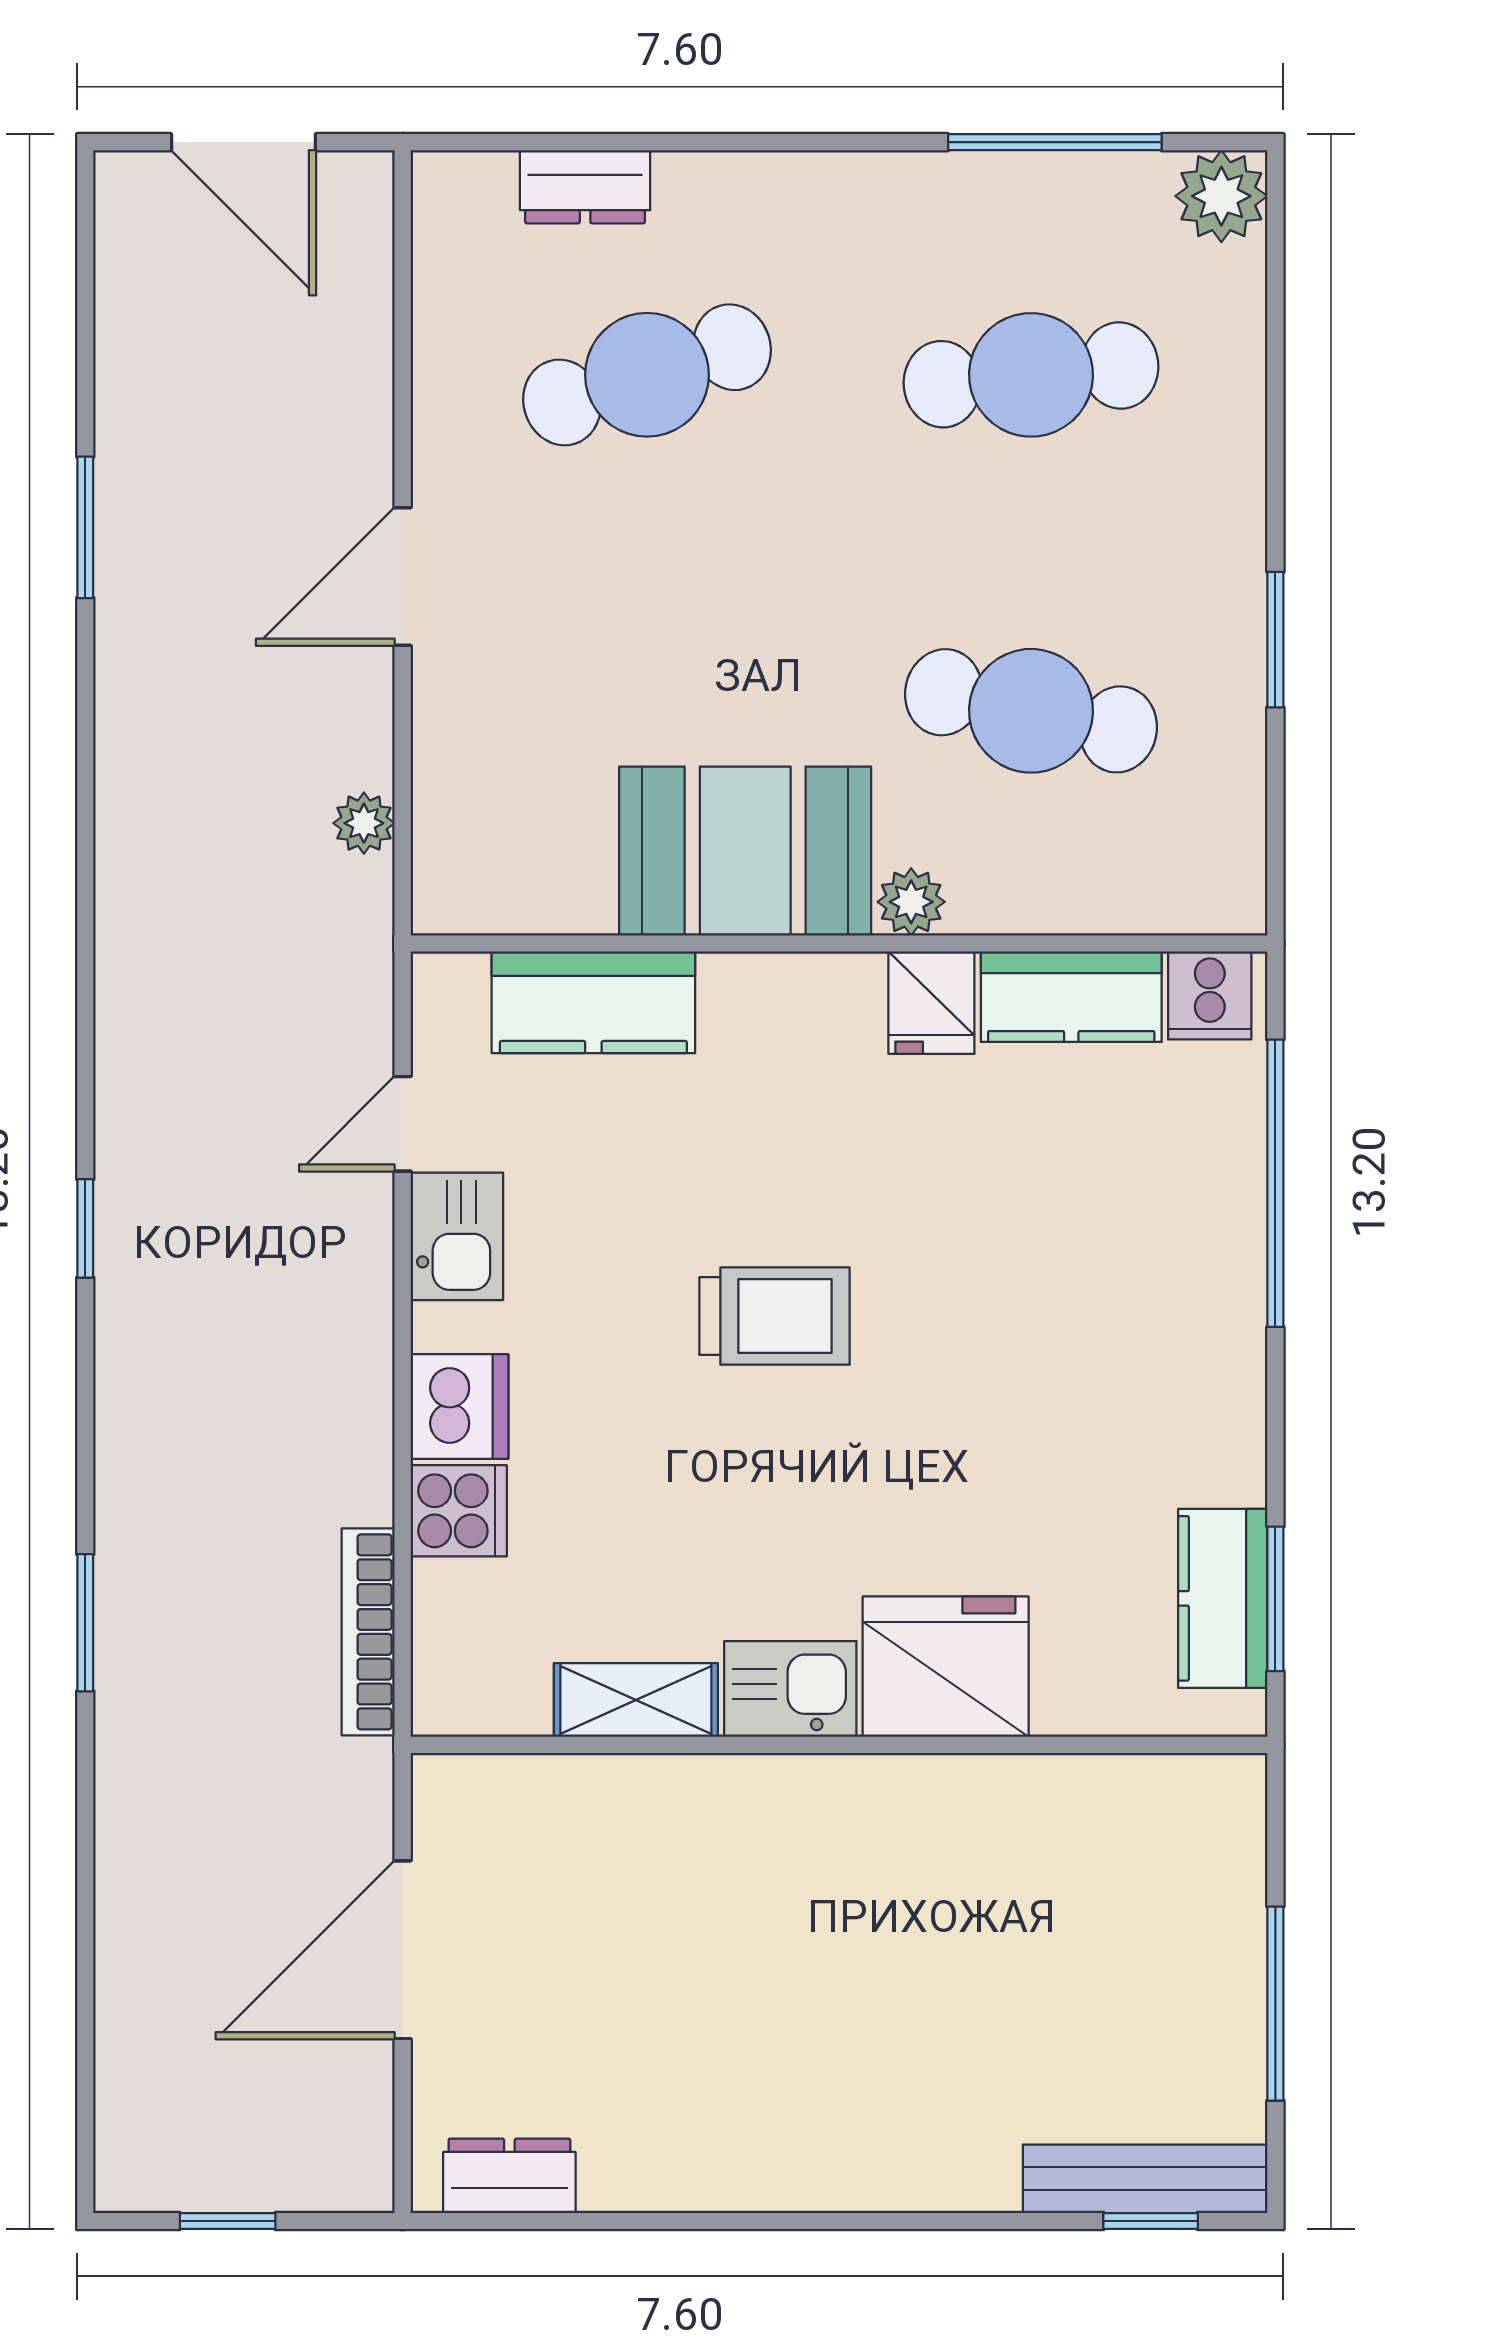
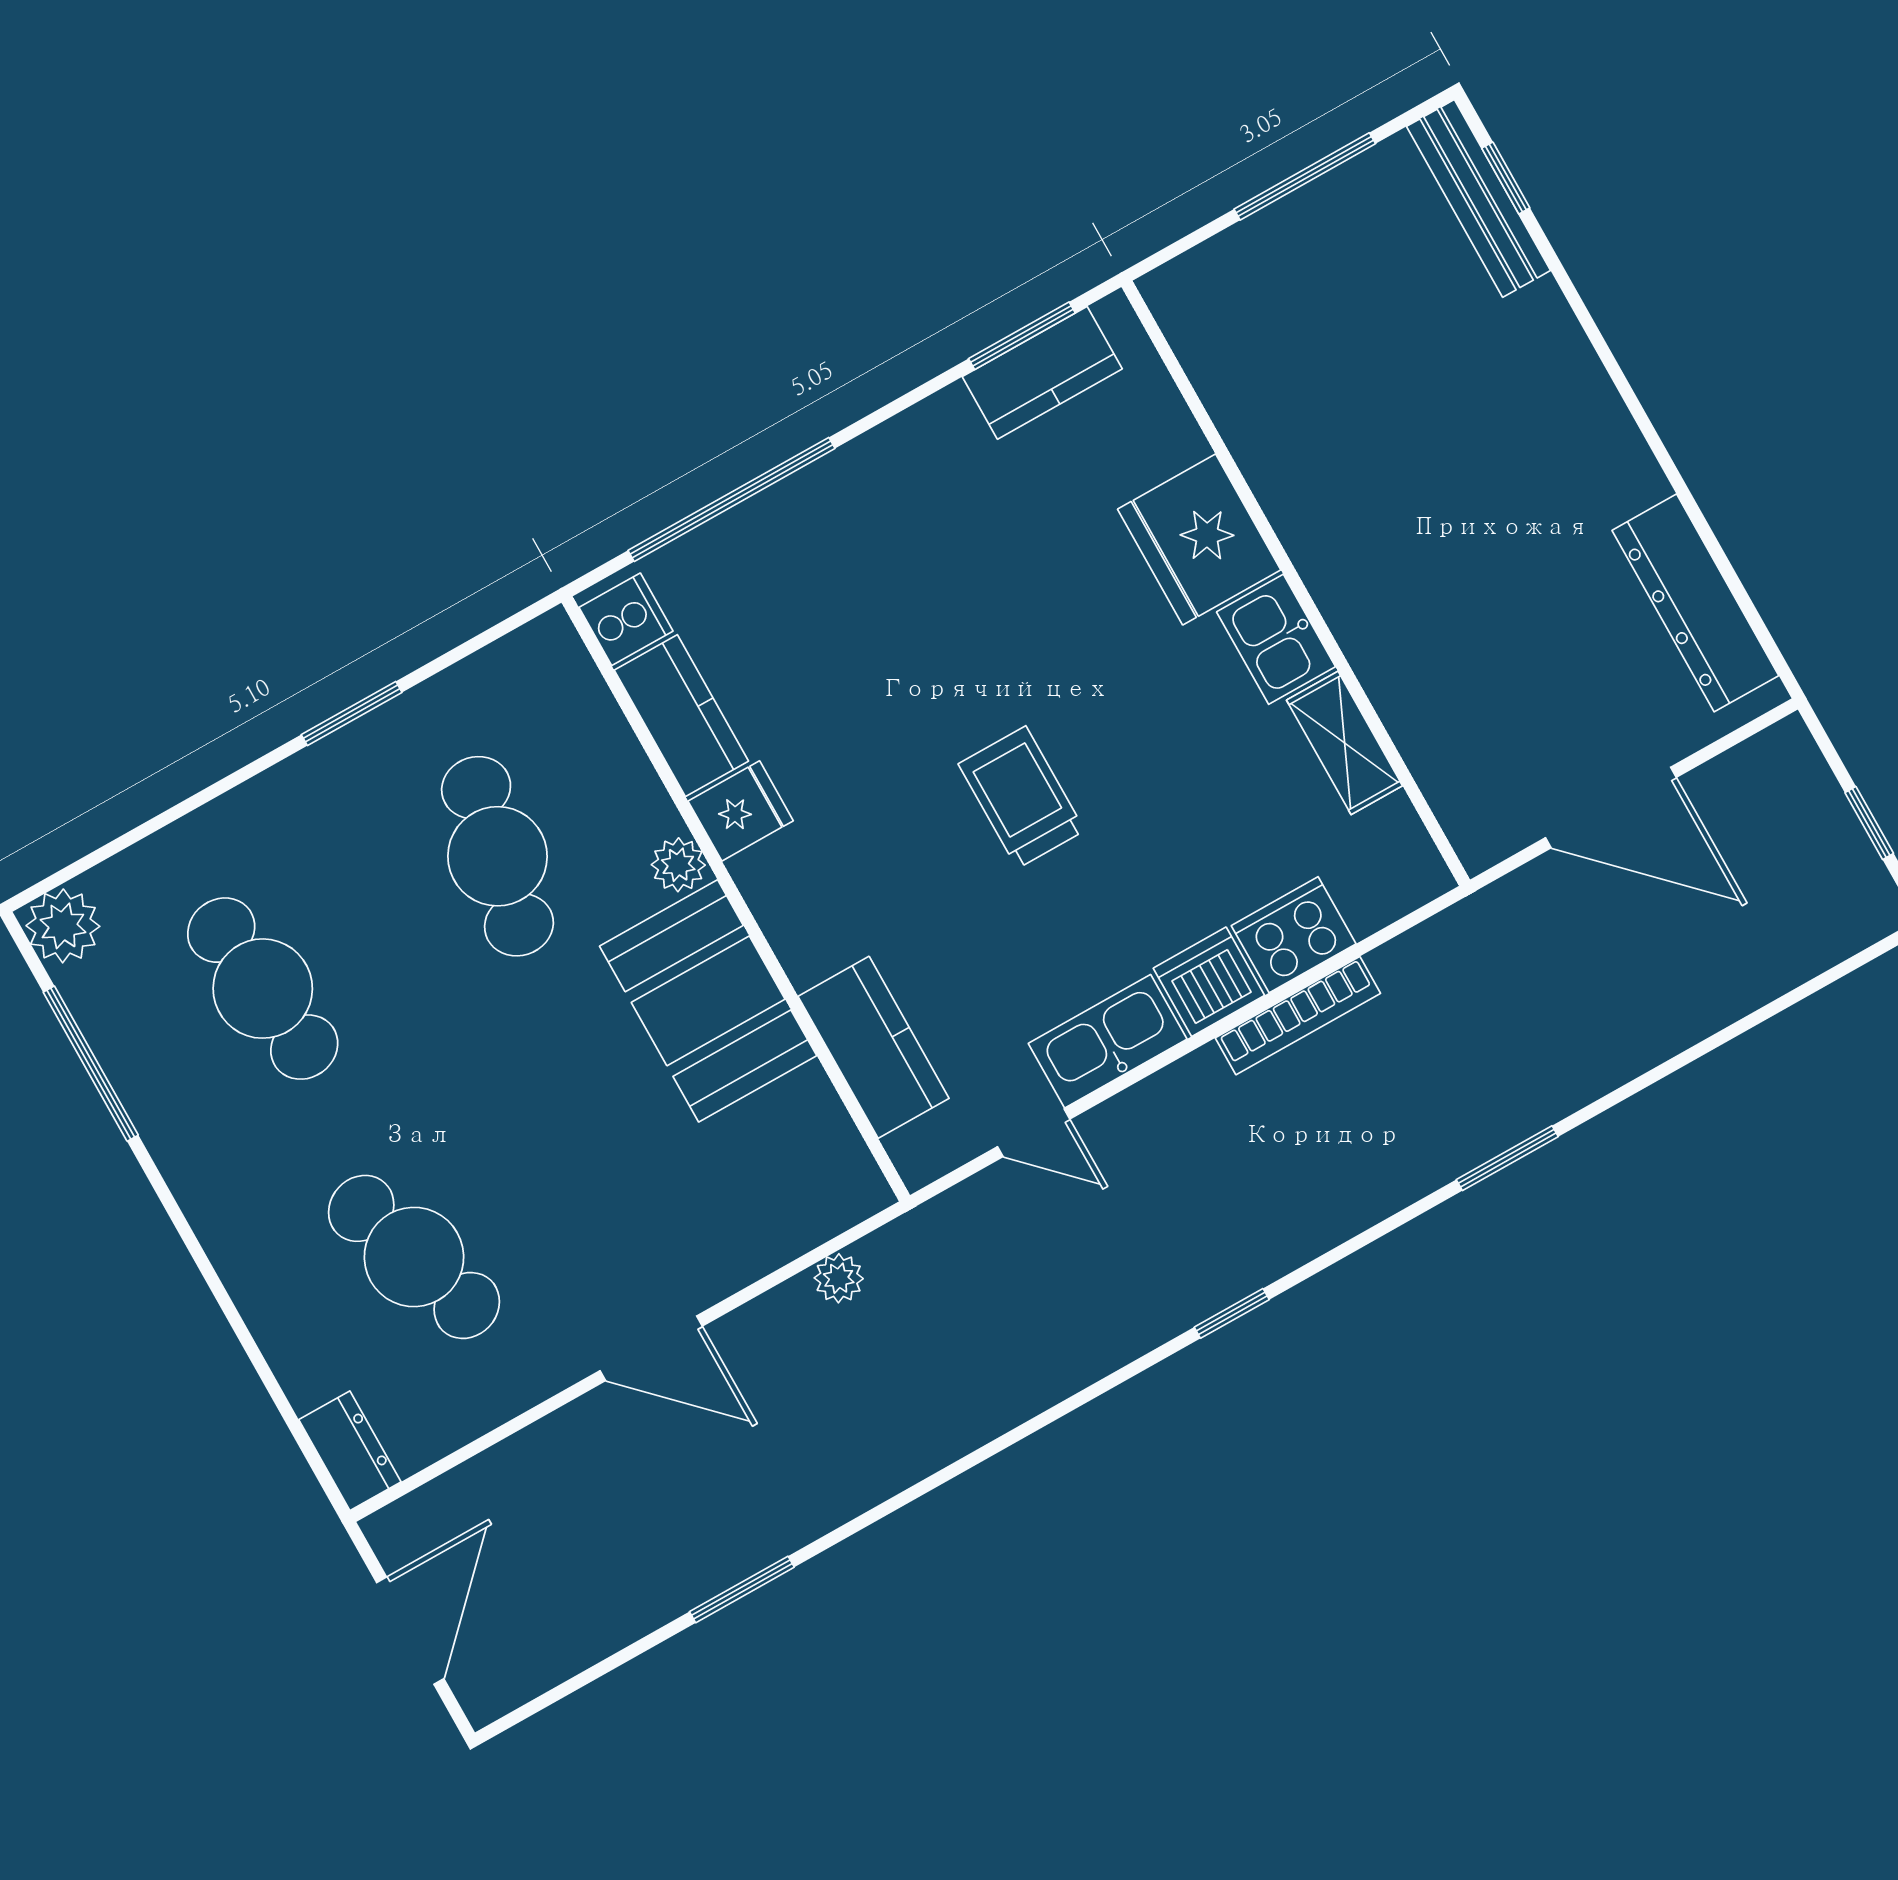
dresser: (585, 187) -> (350, 1451), moved
kitchen sink: (457, 1236) -> (1108, 1041), width x1.38
cooker: (459, 1511) -> (1294, 935), width x1.36
bookcase: (368, 1632) -> (1298, 1016), moved
dresser: (509, 2176) -> (1695, 603), width x1.96, depth x1.24

